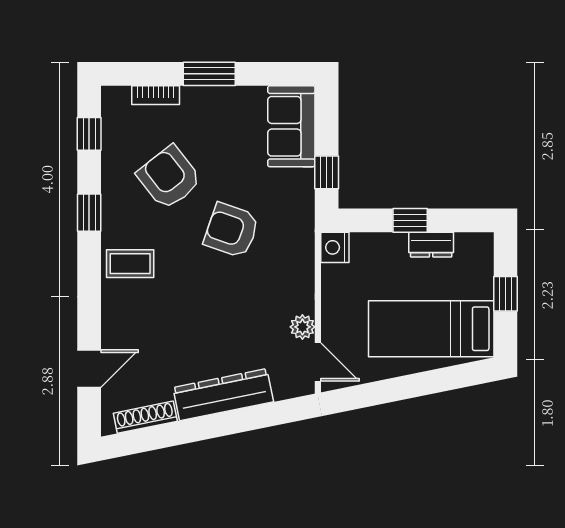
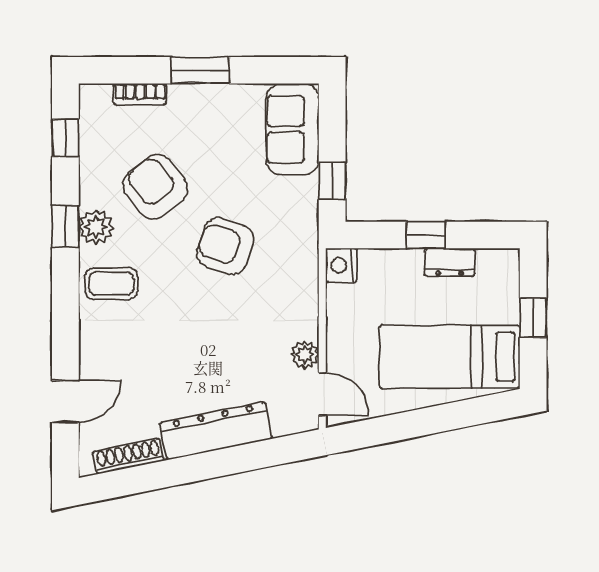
plant: (116, 213) -> (96, 227), added

